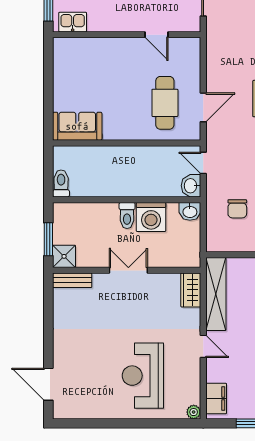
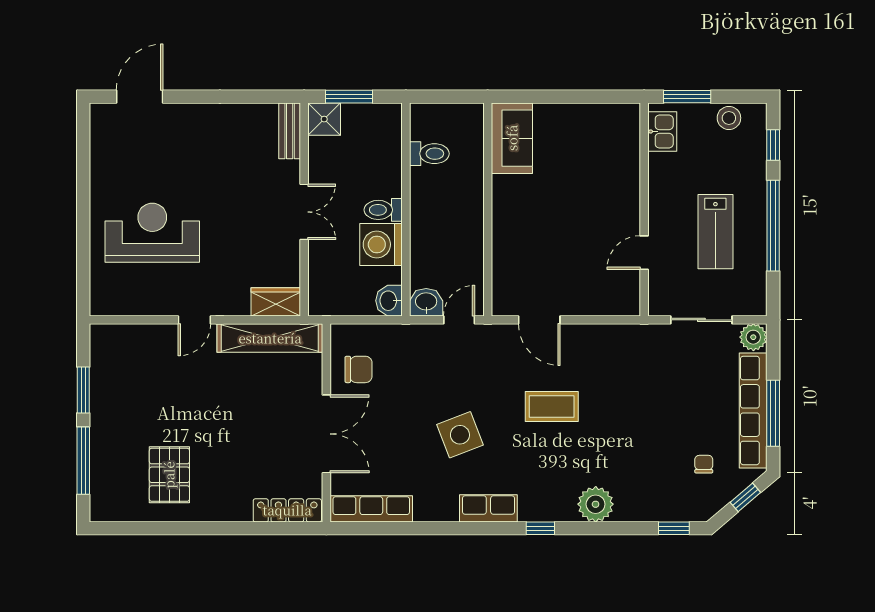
cafe table: (165, 103) -> (546, 265), removed
toilet: (61, 183) -> (429, 154), moved
chair: (237, 209) -> (358, 369), moved, turned 180
filing cabinet: (216, 398) -> (119, 338), removed
plant: (194, 412) -> (100, 306), removed

